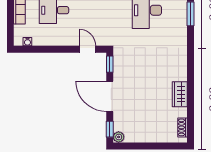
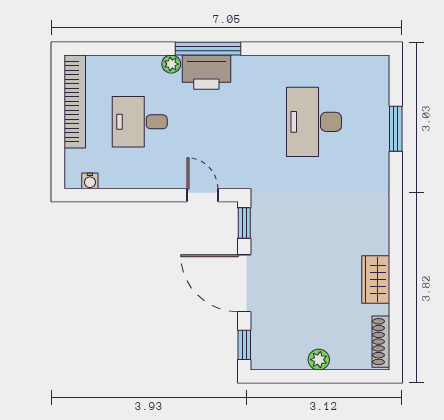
shoe rack: (183, 127) -> (381, 342), width x1.43
plant: (119, 137) -> (319, 360), moved

